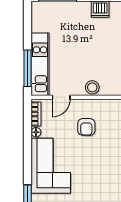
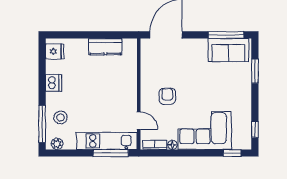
plant: (37, 13) -> (57, 144), added
stool: (92, 87) -> (61, 118), moved
armchair: (86, 127) -> (167, 96), turned -90

